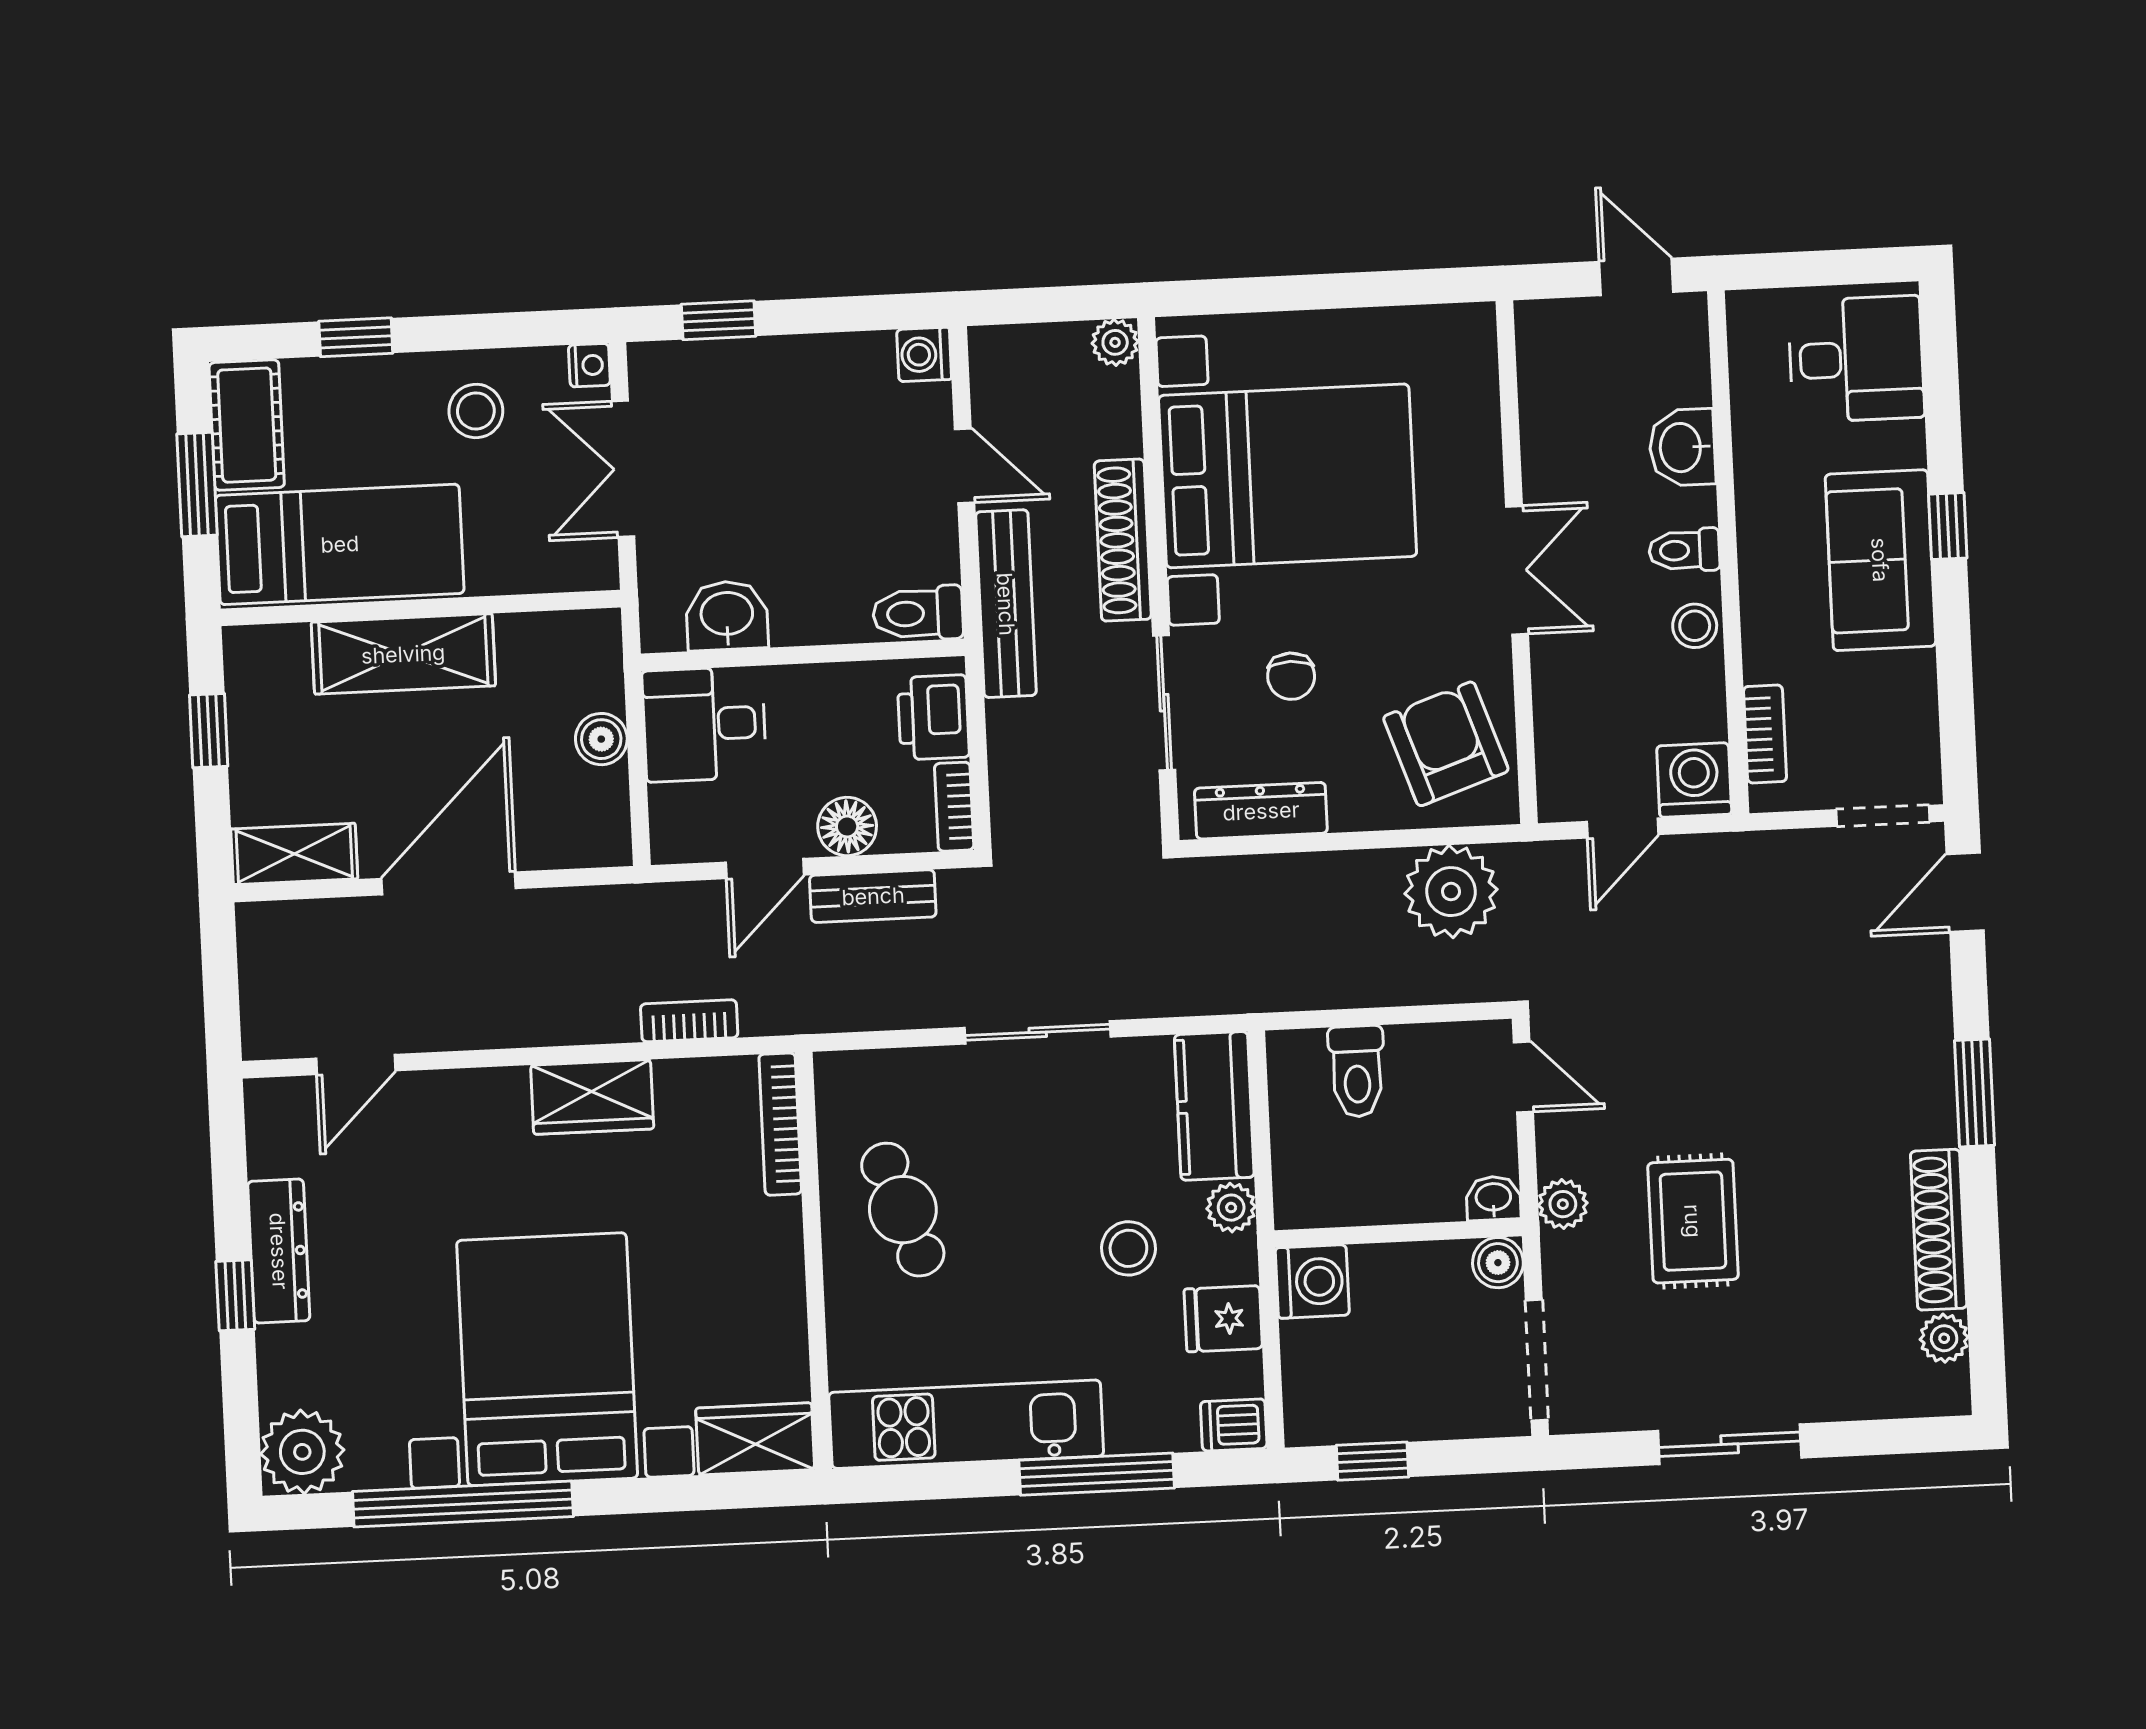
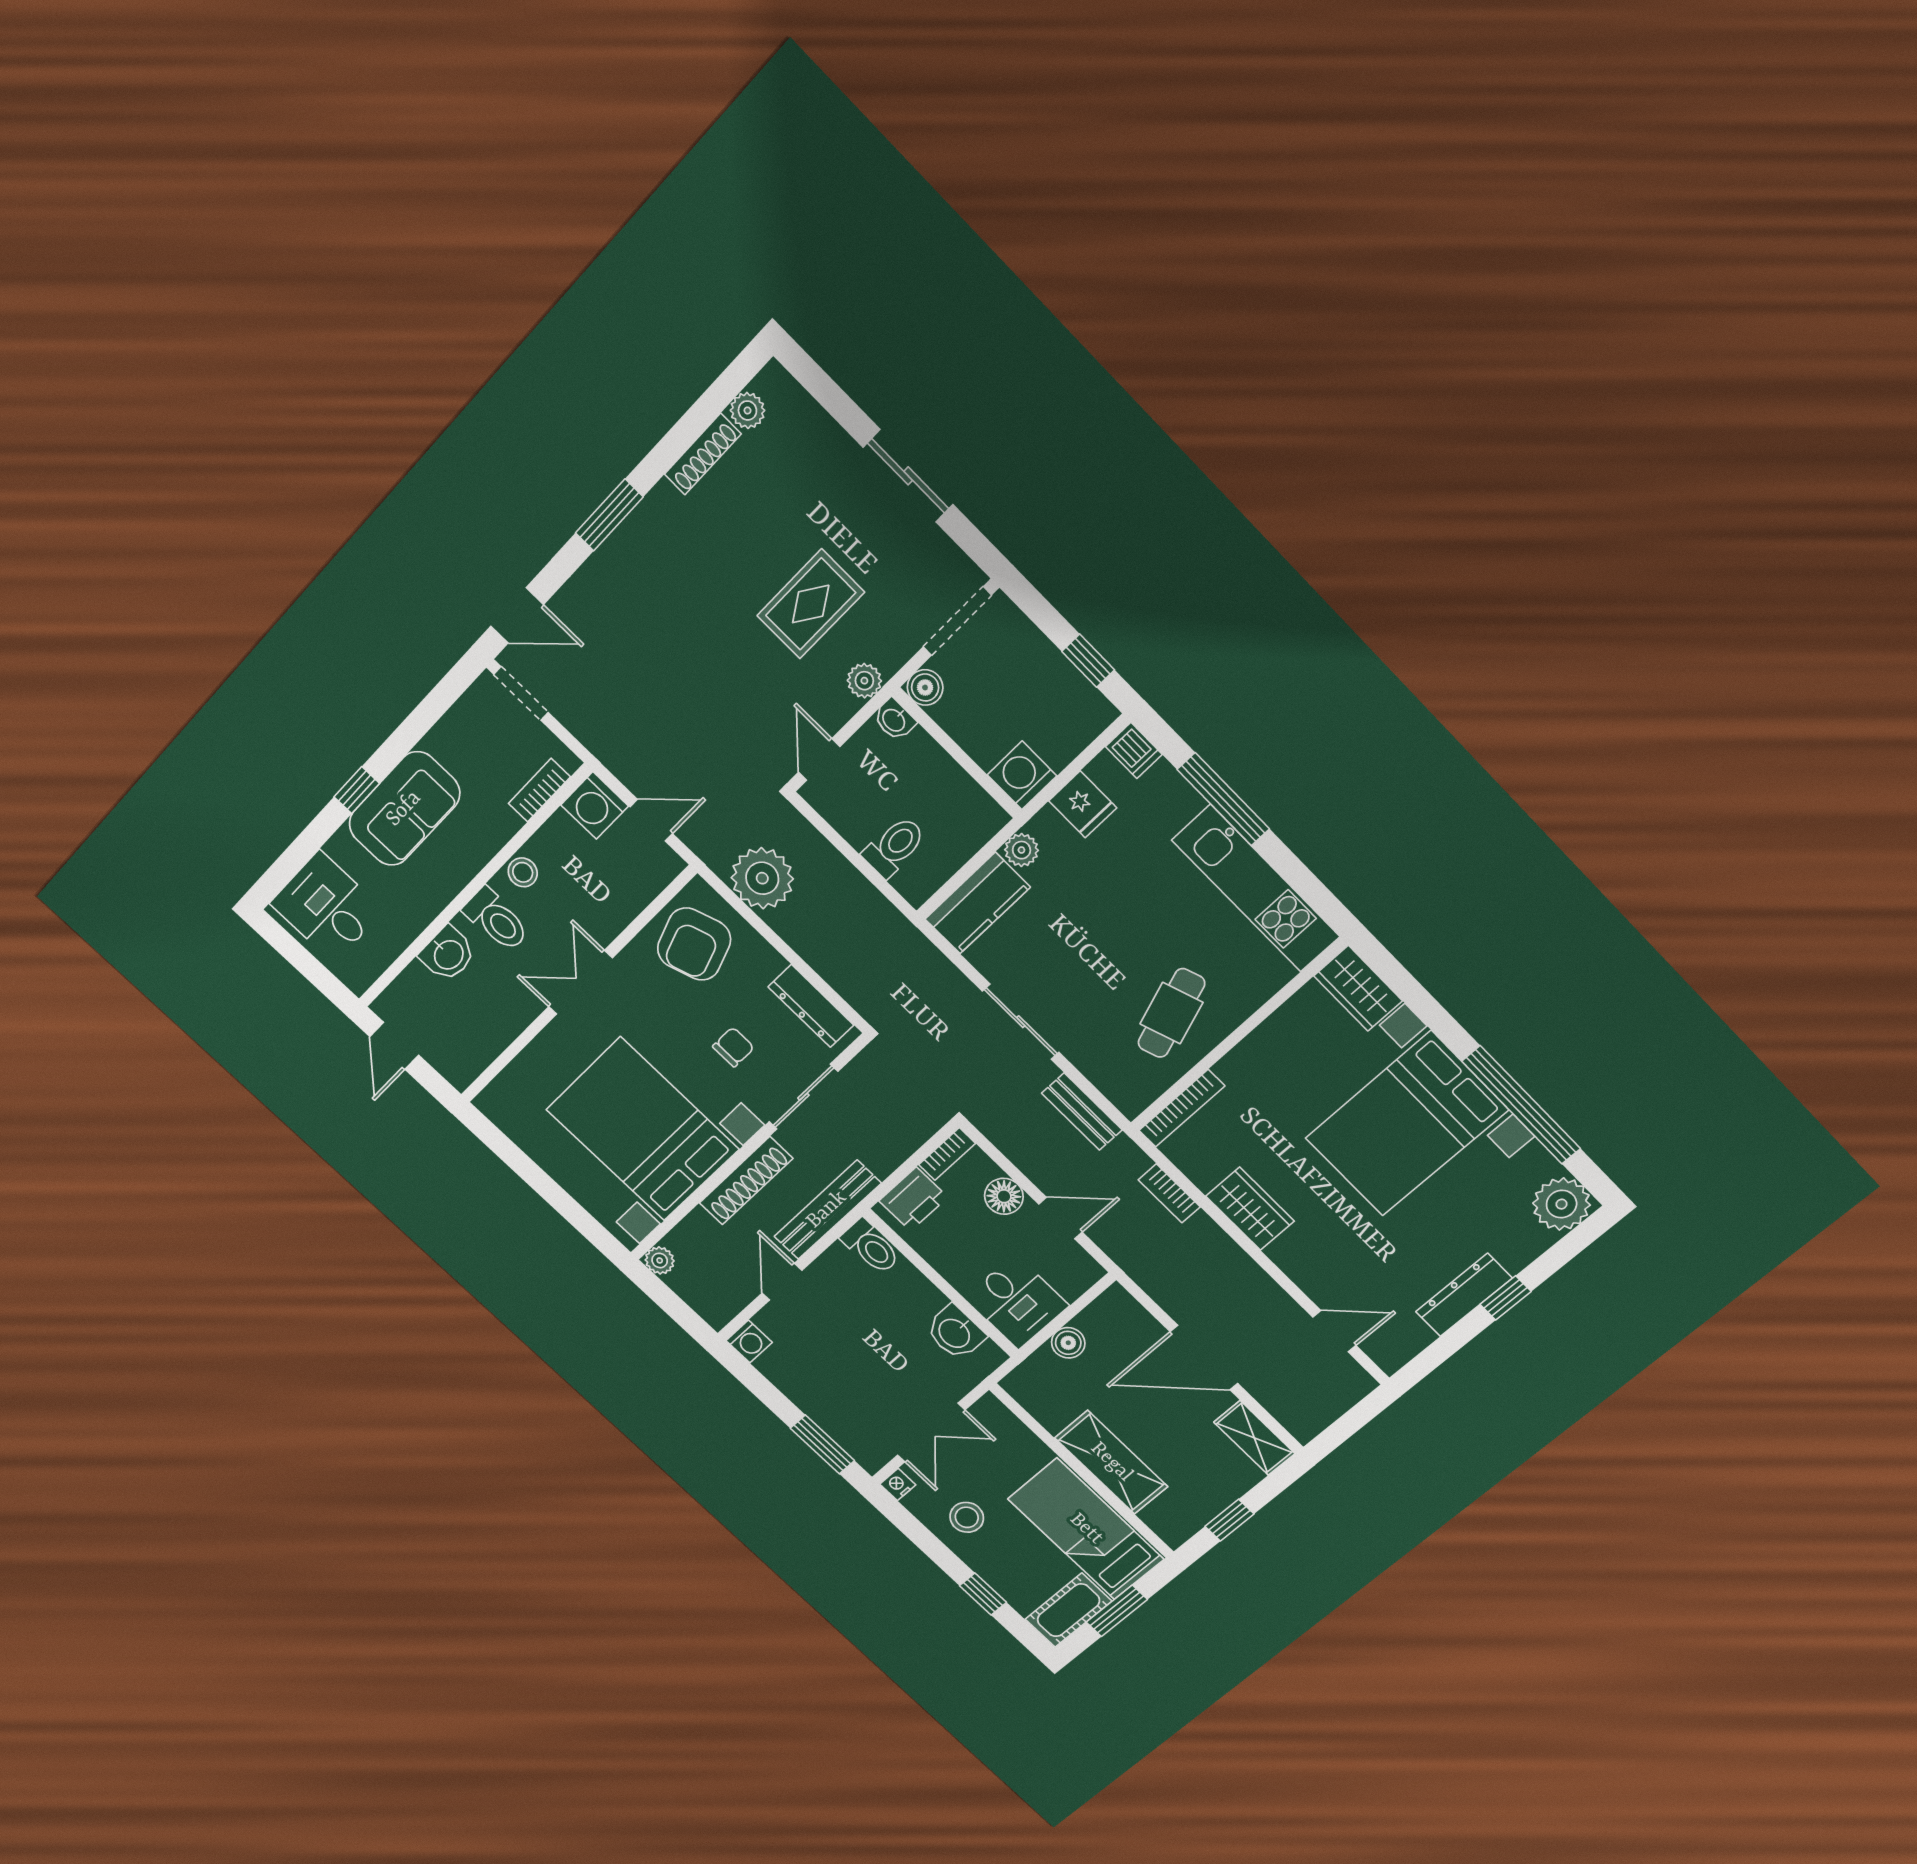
window: (719, 320) -> (822, 1444), width x1.50
toilet: (1684, 550) -> (496, 920), width x1.37, depth x1.39
bench: (873, 896) -> (1082, 1112), moved
shoe rack: (1939, 1230) -> (703, 454), width x0.74, depth x0.81
stool: (1128, 1248) -> (1090, 884), removed

